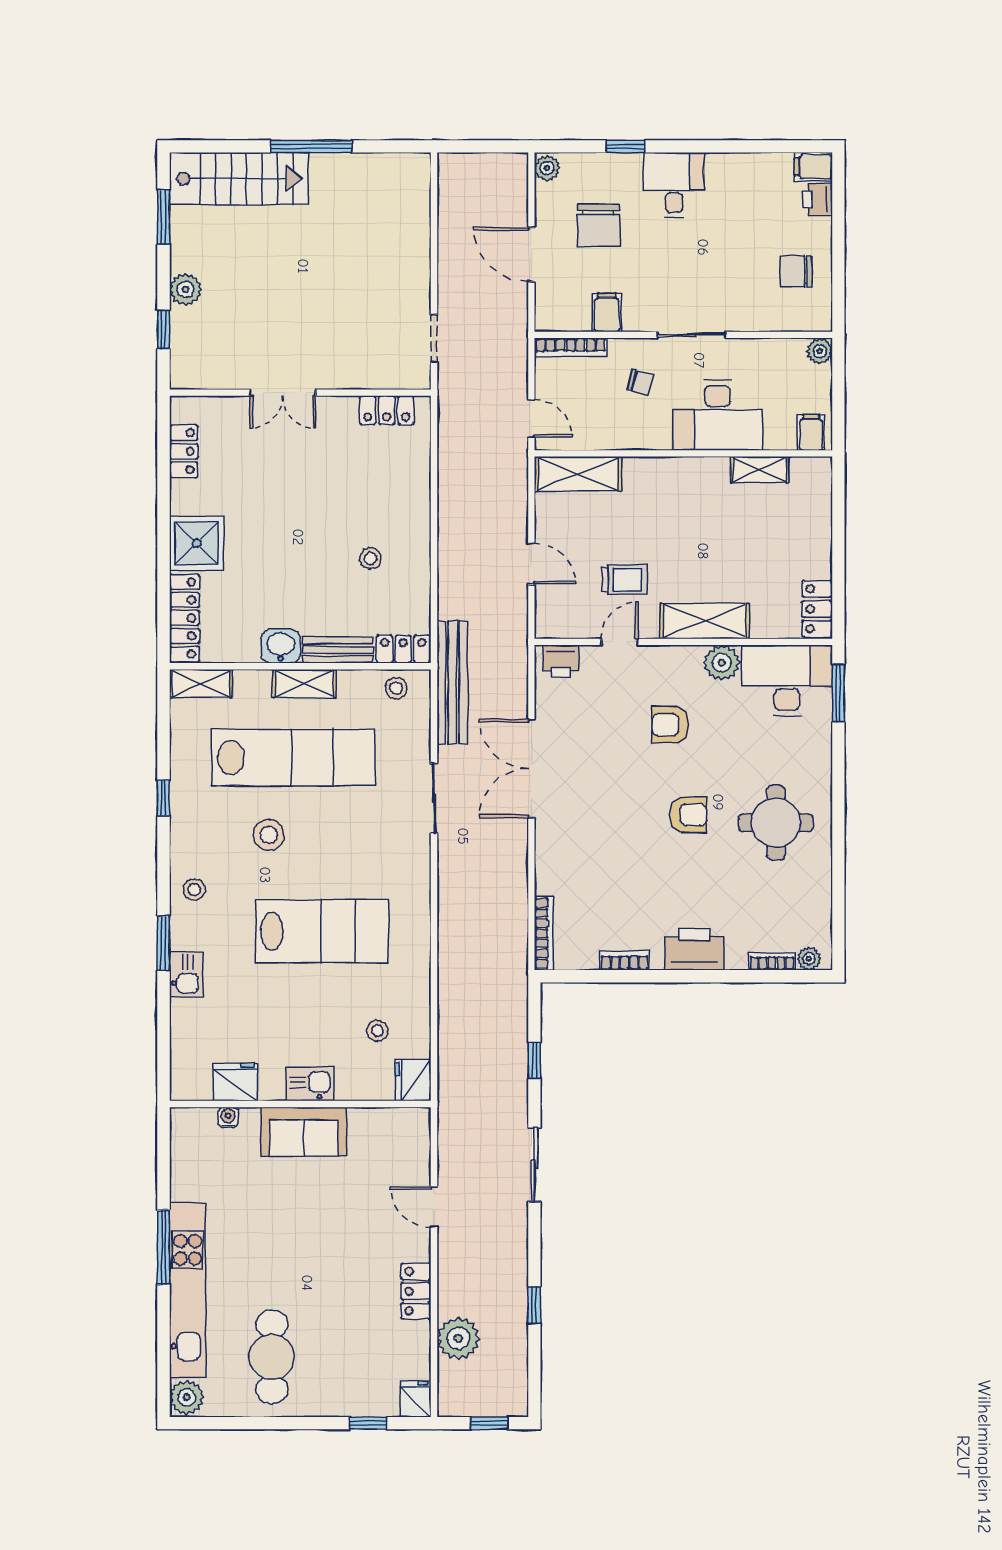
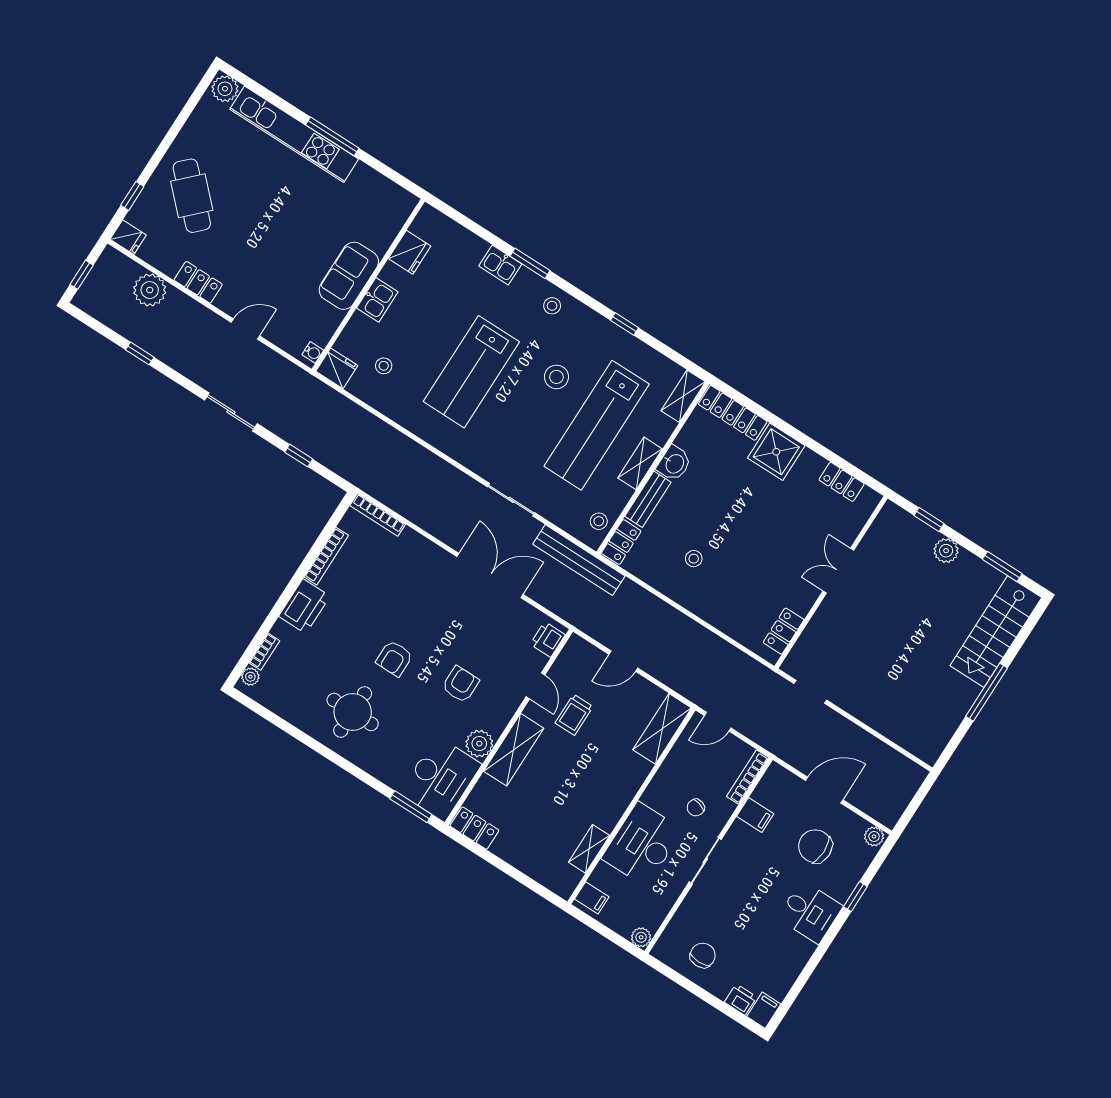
bookcase: (624, 960) -> (326, 556), width x1.56
water cooler: (228, 1117) -> (313, 352), moved
cafe table: (272, 1357) -> (192, 196), moved, turned 45

